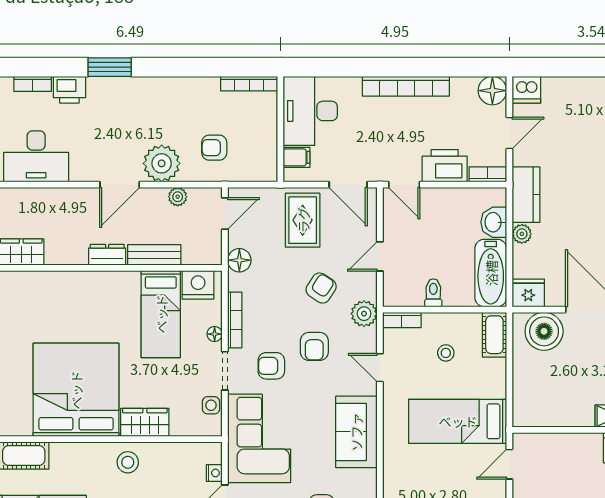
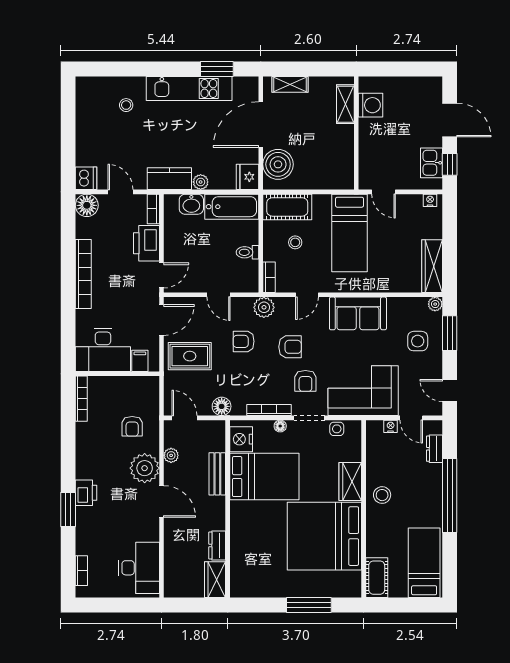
printer: (69, 90) -> (86, 493), moved
dresser: (107, 255) -> (217, 545), moved
armchair: (321, 288) -> (244, 341), turned -33
bed: (161, 314) -> (264, 477), width x1.50
cot: (494, 335) -> (287, 207), width x1.37, depth x1.34

